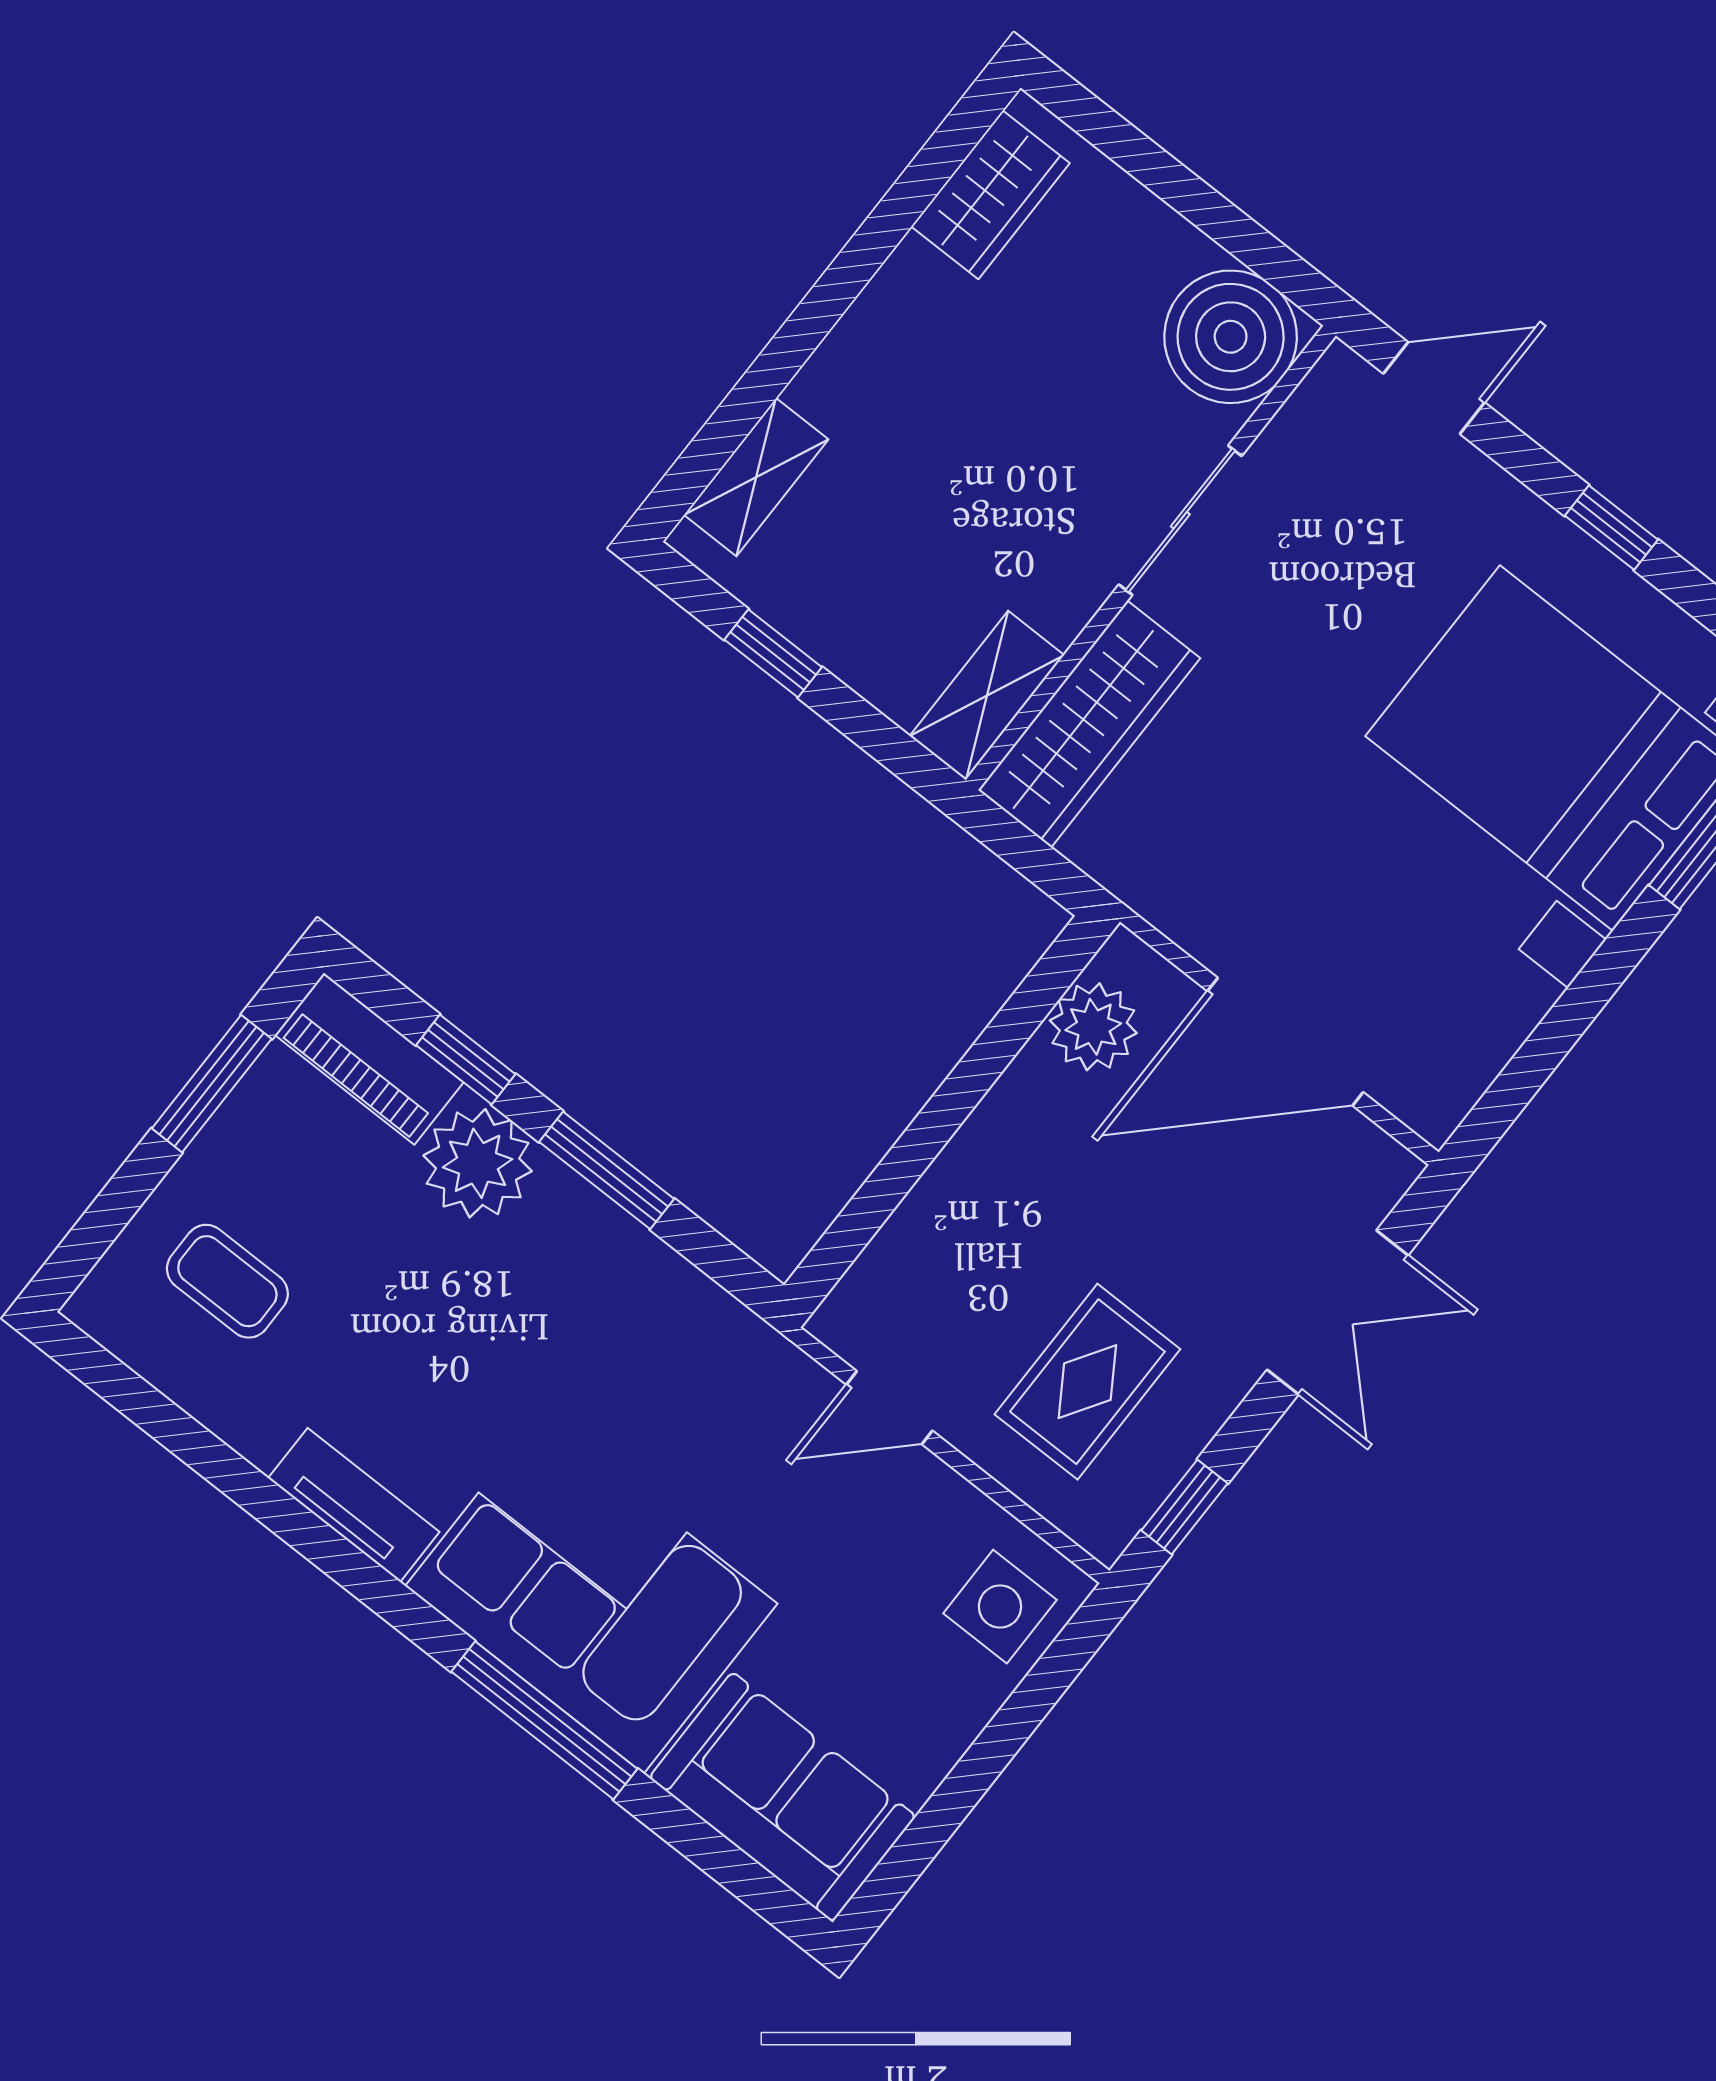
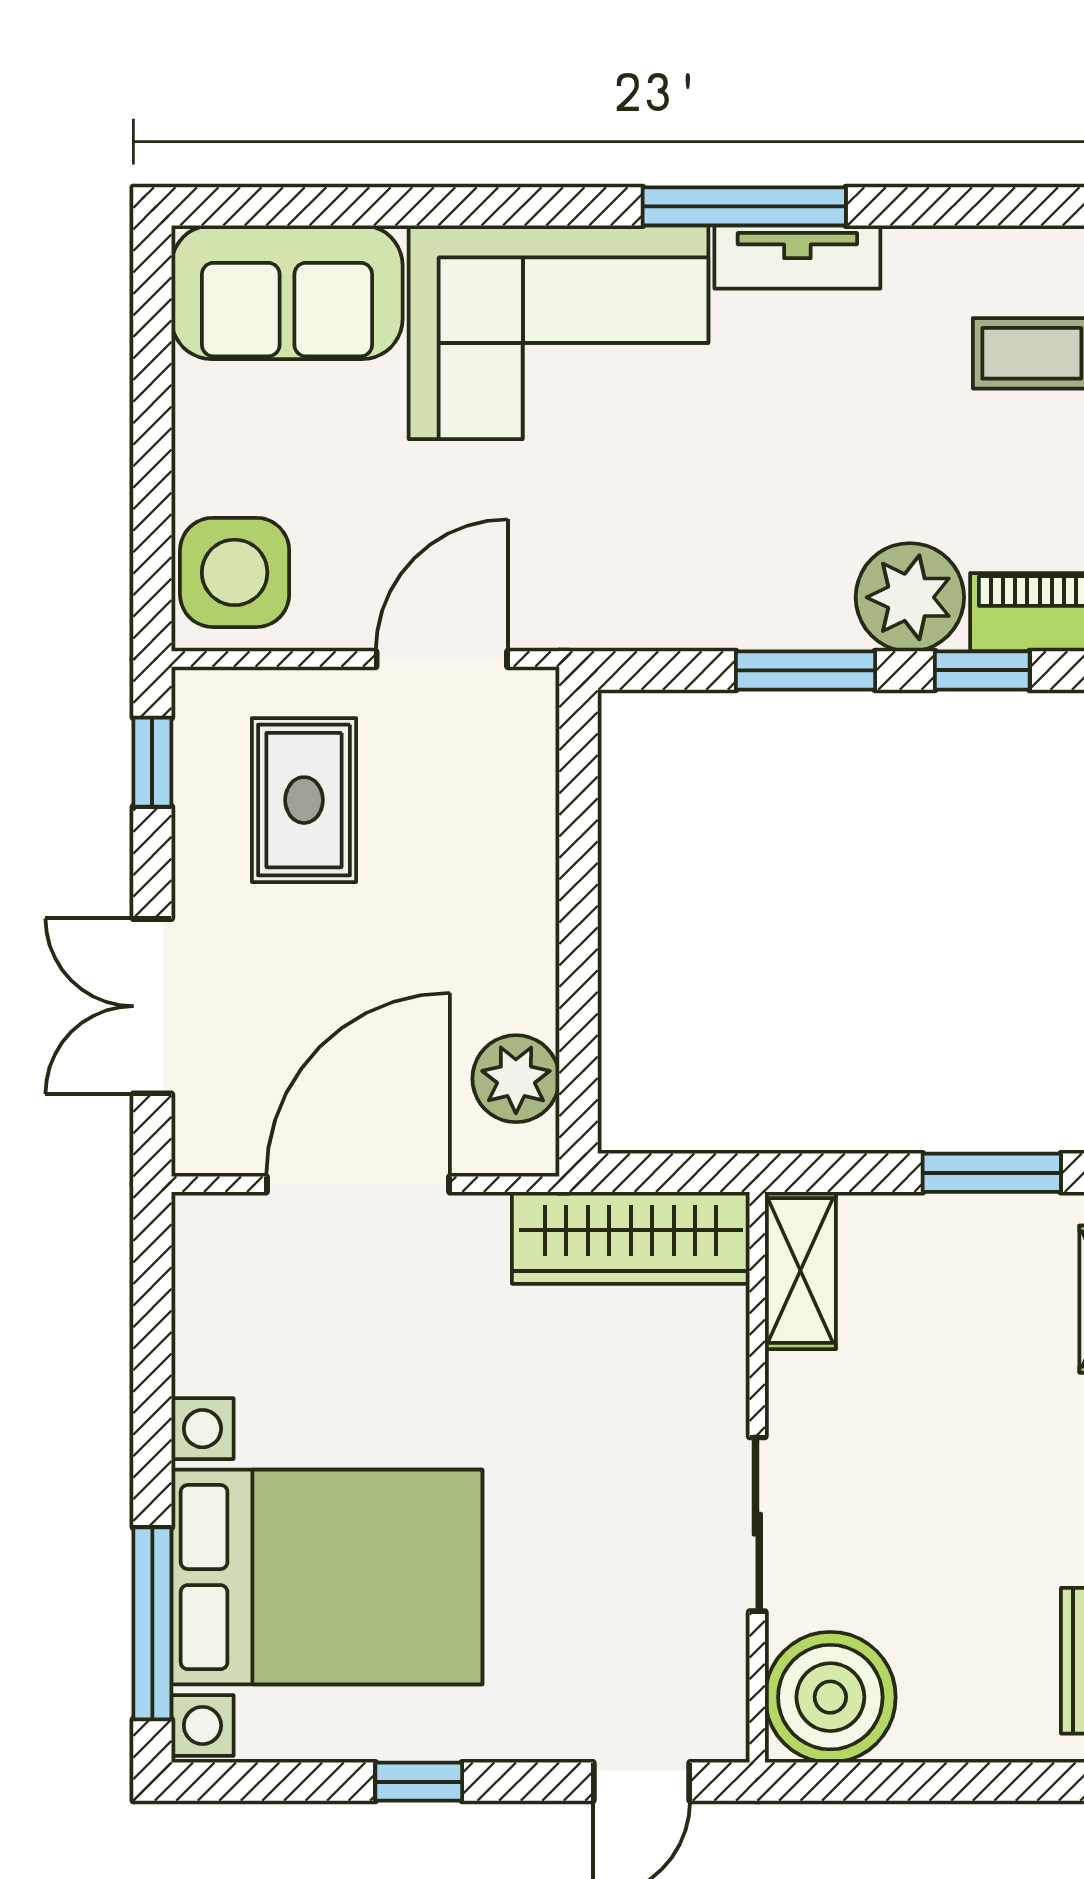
window: (773, 653) -> (992, 1173), width x1.50
wardrobe: (1089, 724) -> (631, 1238), moved, turned -90
door: (889, 1408) -> (442, 659), width x1.38
side table: (1000, 1607) -> (235, 572), width x1.37, depth x1.37
window: (544, 1720) -> (744, 206), moved

